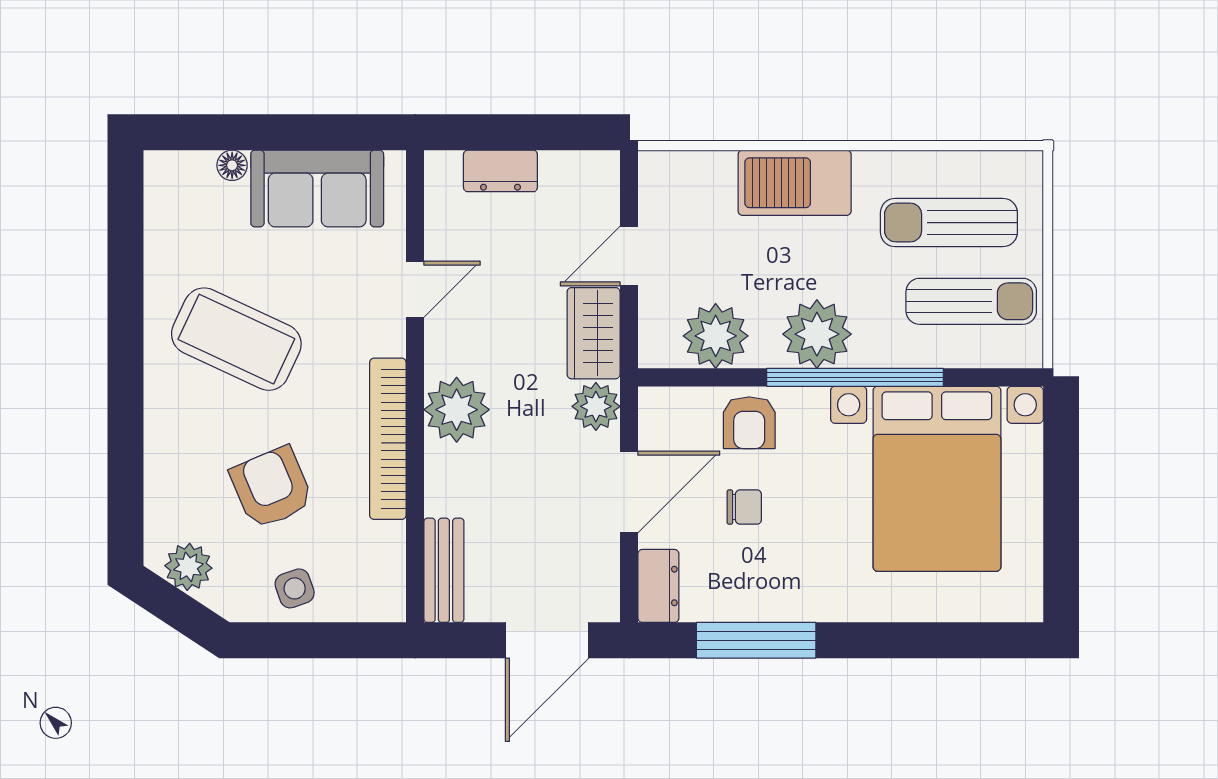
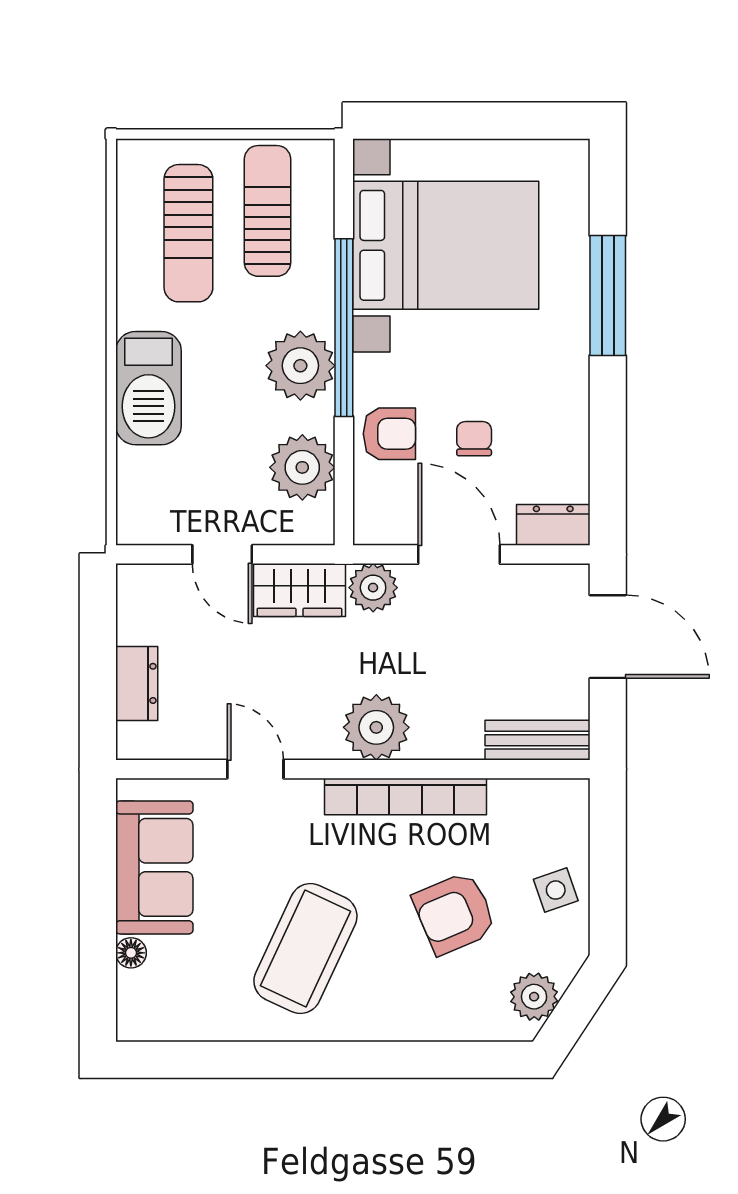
window: (756, 640) -> (608, 295), moved

